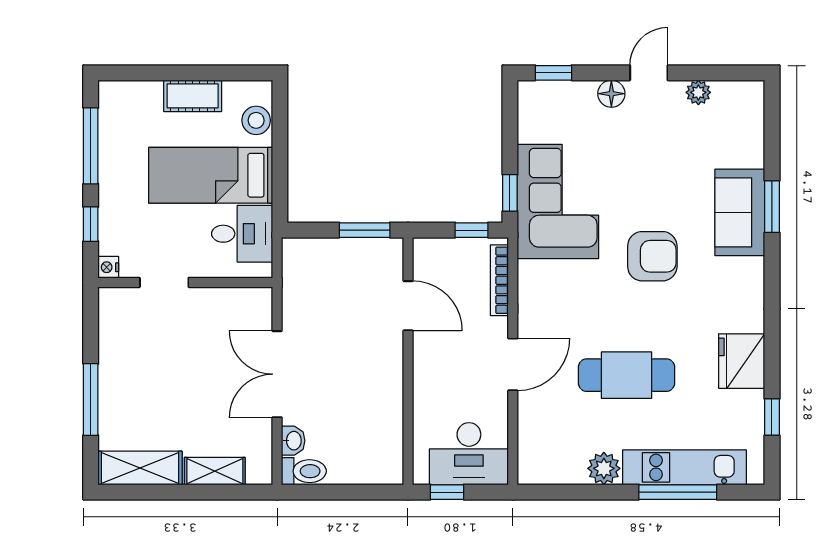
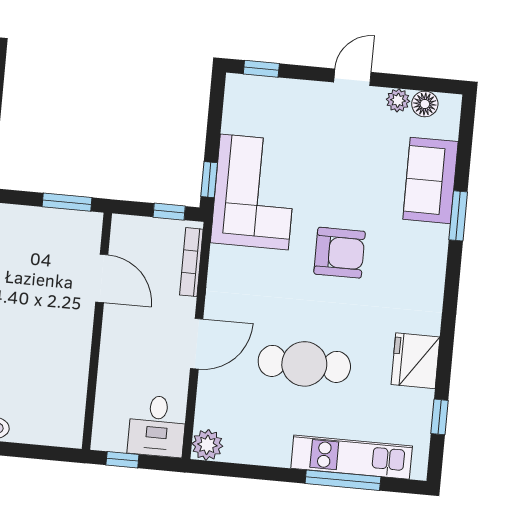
floor lamp: (611, 94) -> (425, 104), moved
sofa: (740, 212) -> (430, 180), moved
desk: (469, 454) -> (157, 426), width x0.73
plant: (604, 468) -> (207, 445), moved

